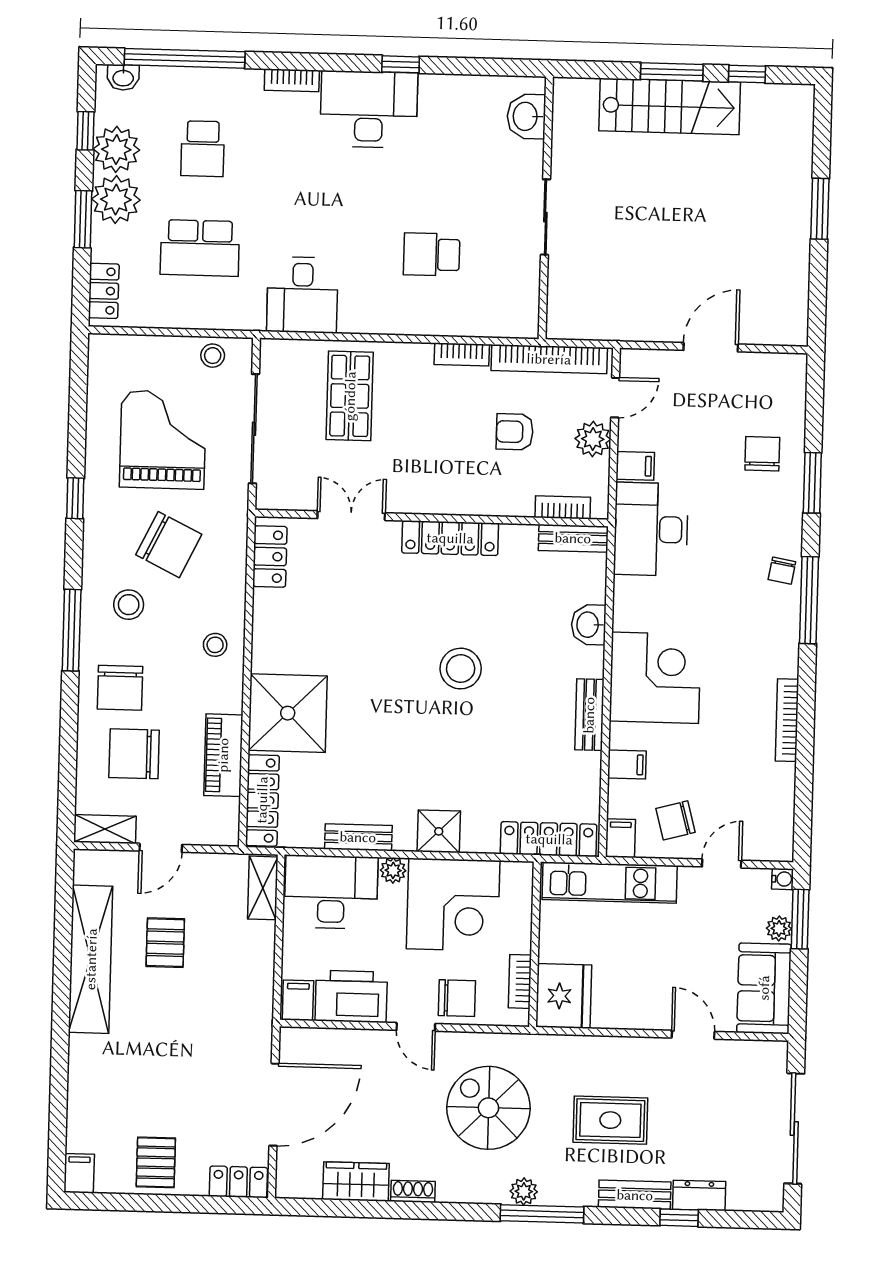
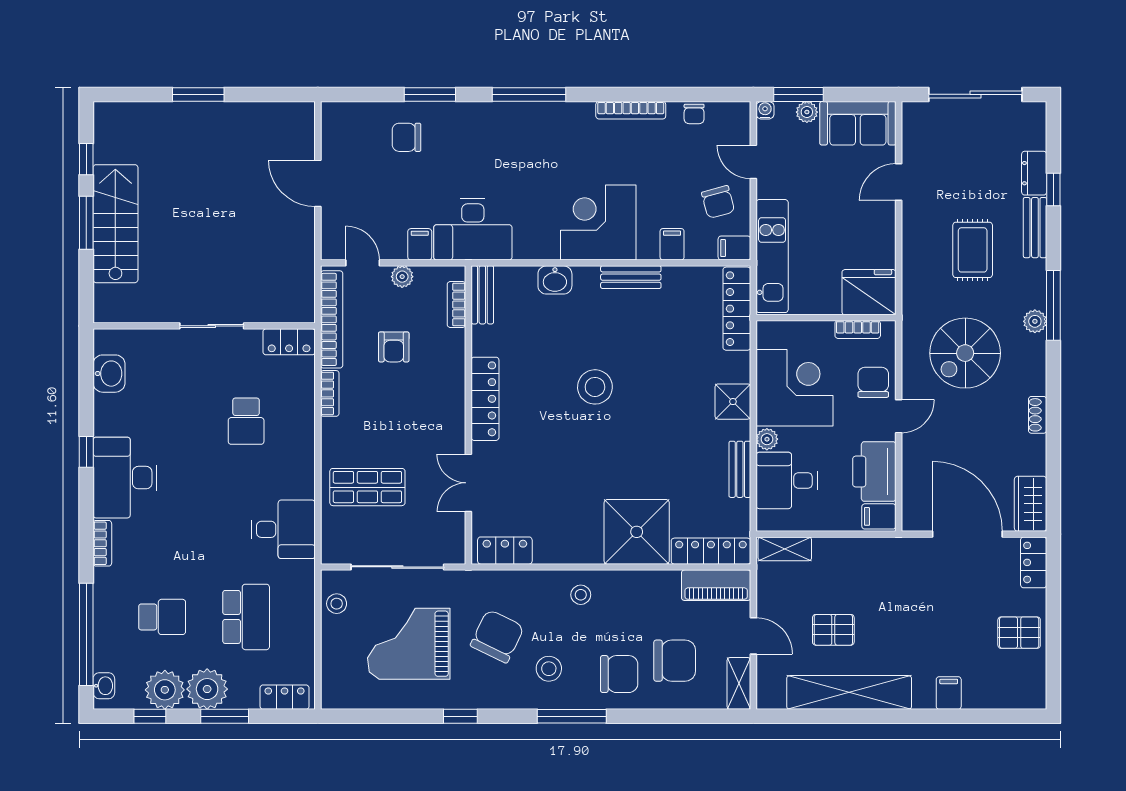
washbasin: (526, 116) -> (109, 374), moved, turned -90
locker: (524, 308) -> (289, 342), added
plant: (593, 439) -> (402, 277), width x0.73, depth x0.73
chair: (782, 571) -> (694, 114), moved, turned 80
chair: (134, 754) -> (675, 661), turned -90
piano: (223, 755) -> (716, 585), moved
desk: (331, 892) -> (787, 480), width x0.73
filing cabinet: (79, 1173) -> (949, 693), moved, turned 90
wardrobe: (356, 1182) -> (1030, 504), moved

